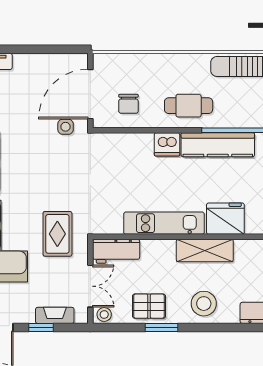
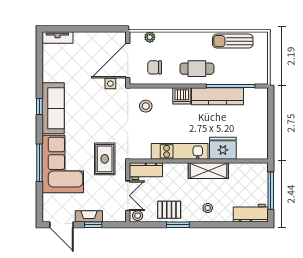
plant: (122, 61) -> (150, 37), added
chair: (128, 104) -> (155, 67), turned 90
stool: (116, 159) -> (146, 106), added
stool: (204, 304) -> (208, 208), width x0.53, depth x0.53
fireplace: (55, 315) -> (89, 216), moved

